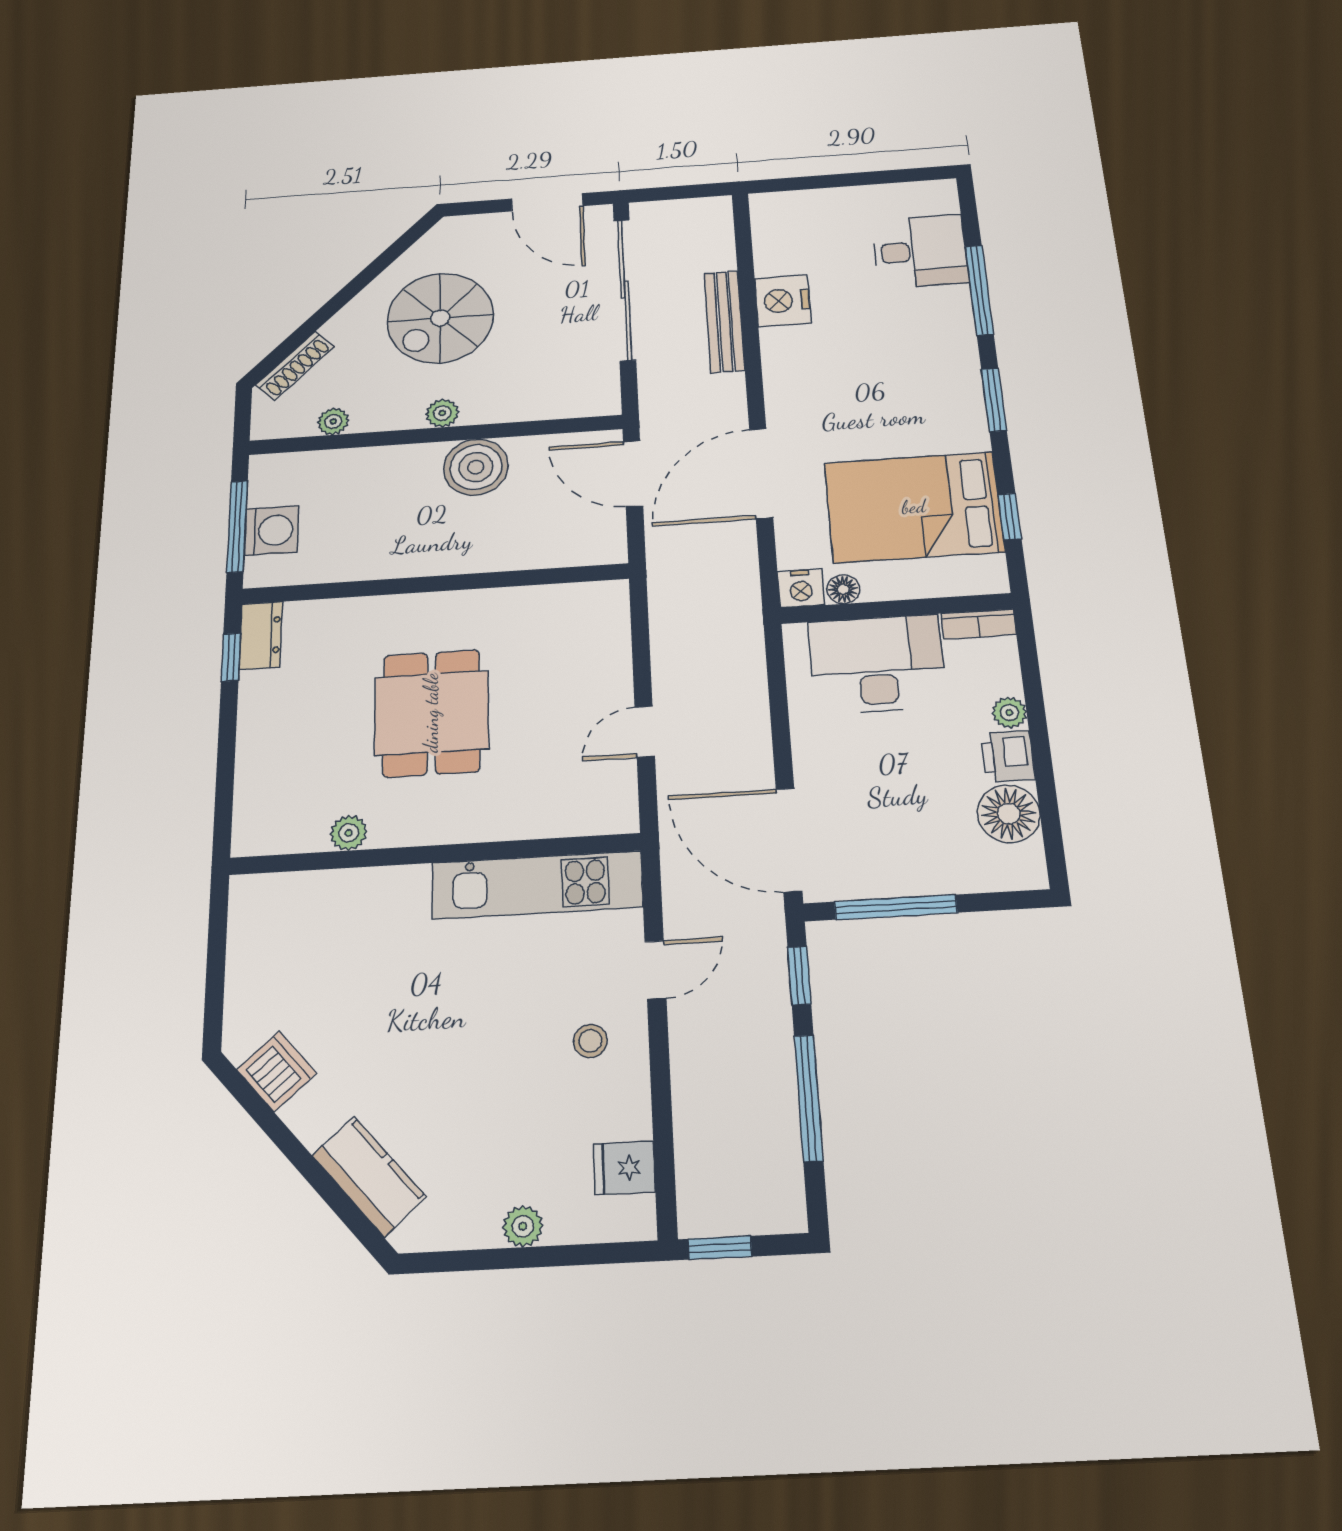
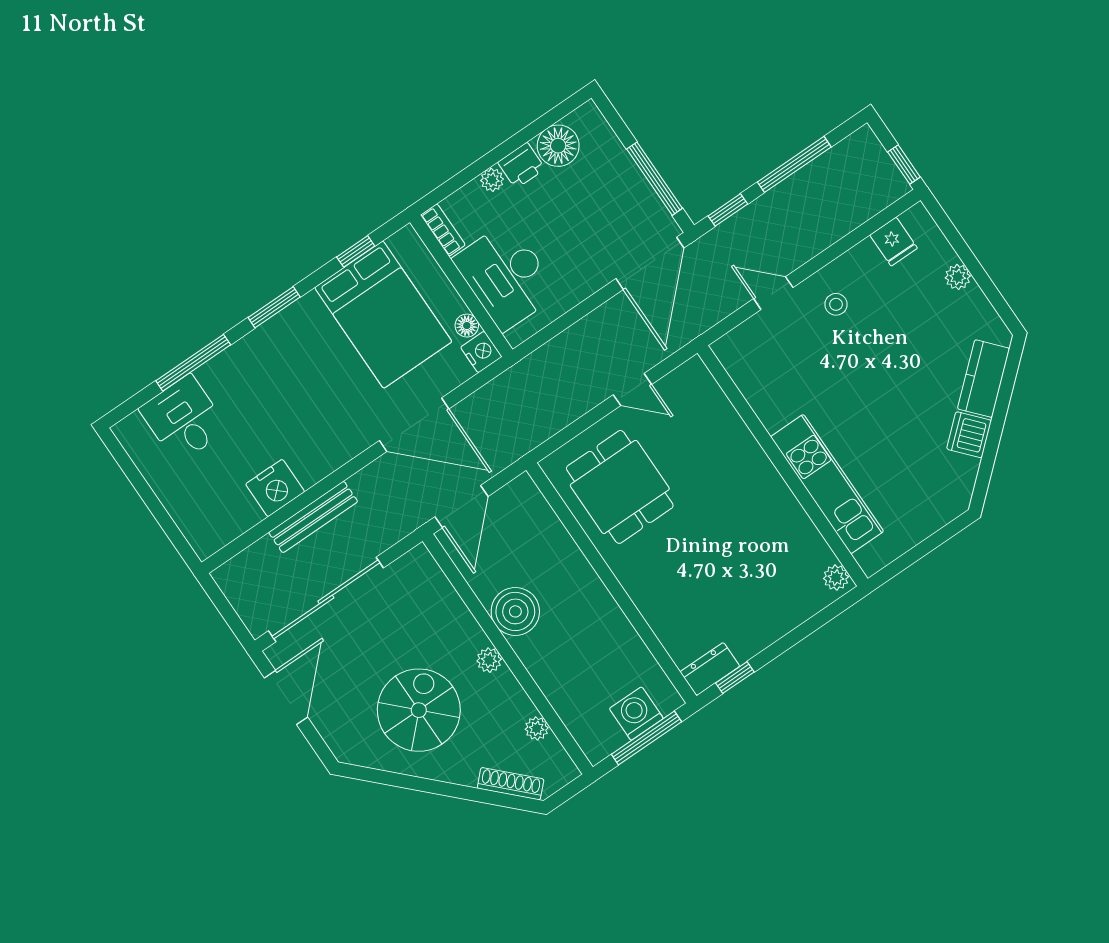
spiral stairs: (440, 318) -> (419, 710), turned -90
dining table: (431, 713) -> (620, 487), moved, turned 90
plant: (349, 833) -> (836, 578), moved
kitchen unit: (537, 885) -> (827, 484), moved
dishwasher: (277, 1071) -> (969, 435), moved

